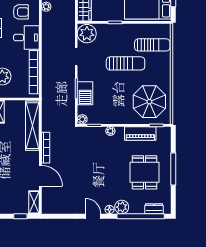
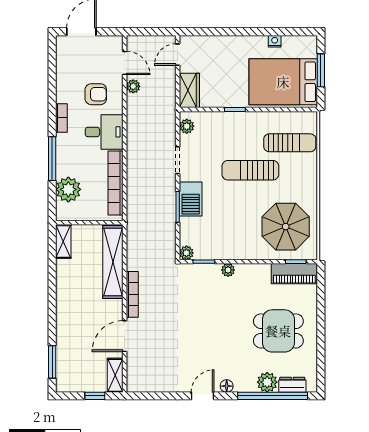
plant: (87, 34) -> (187, 126), width x0.53, depth x0.53
sun lounger: (126, 63) -> (250, 170), turned 180
barbecue: (85, 93) -> (191, 199), moved
piano: (140, 133) -> (294, 274), moved
window: (173, 169) -> (321, 326), removed
dining table: (145, 172) -> (278, 331), turned 90
door: (40, 176) -> (125, 336), swing flipped
plant: (122, 207) -> (267, 382), moved
door: (93, 216) -> (203, 396), hinge flipped

